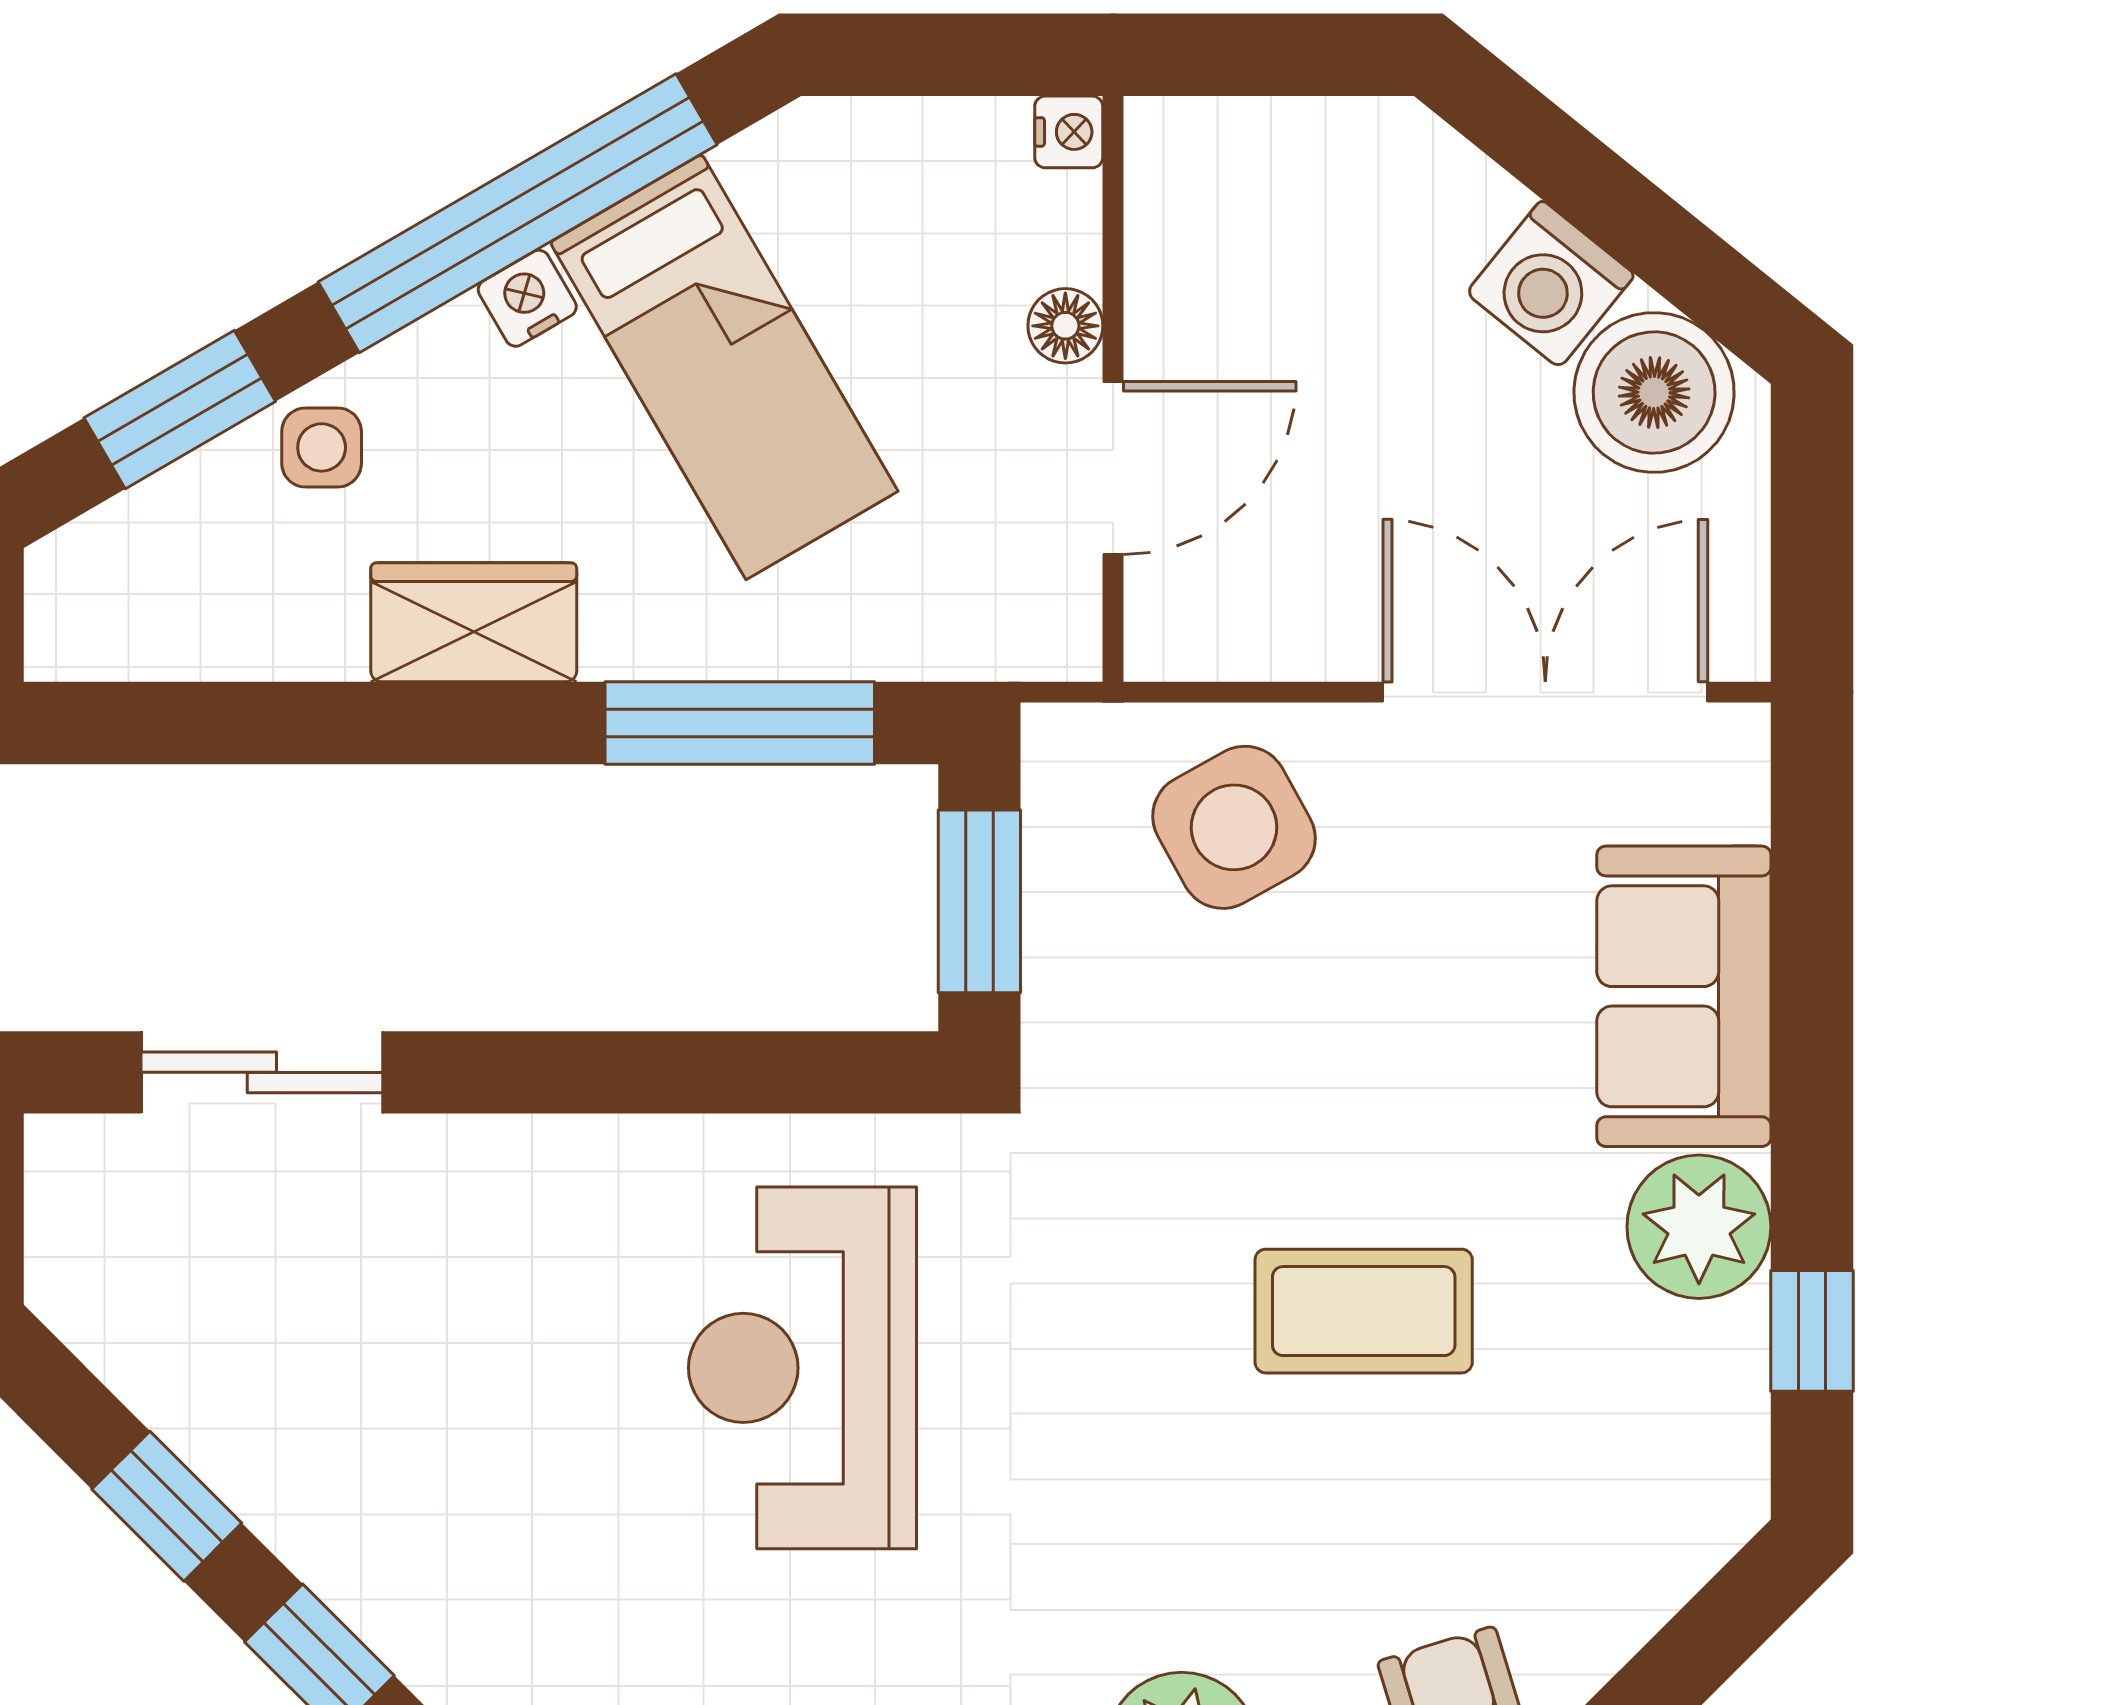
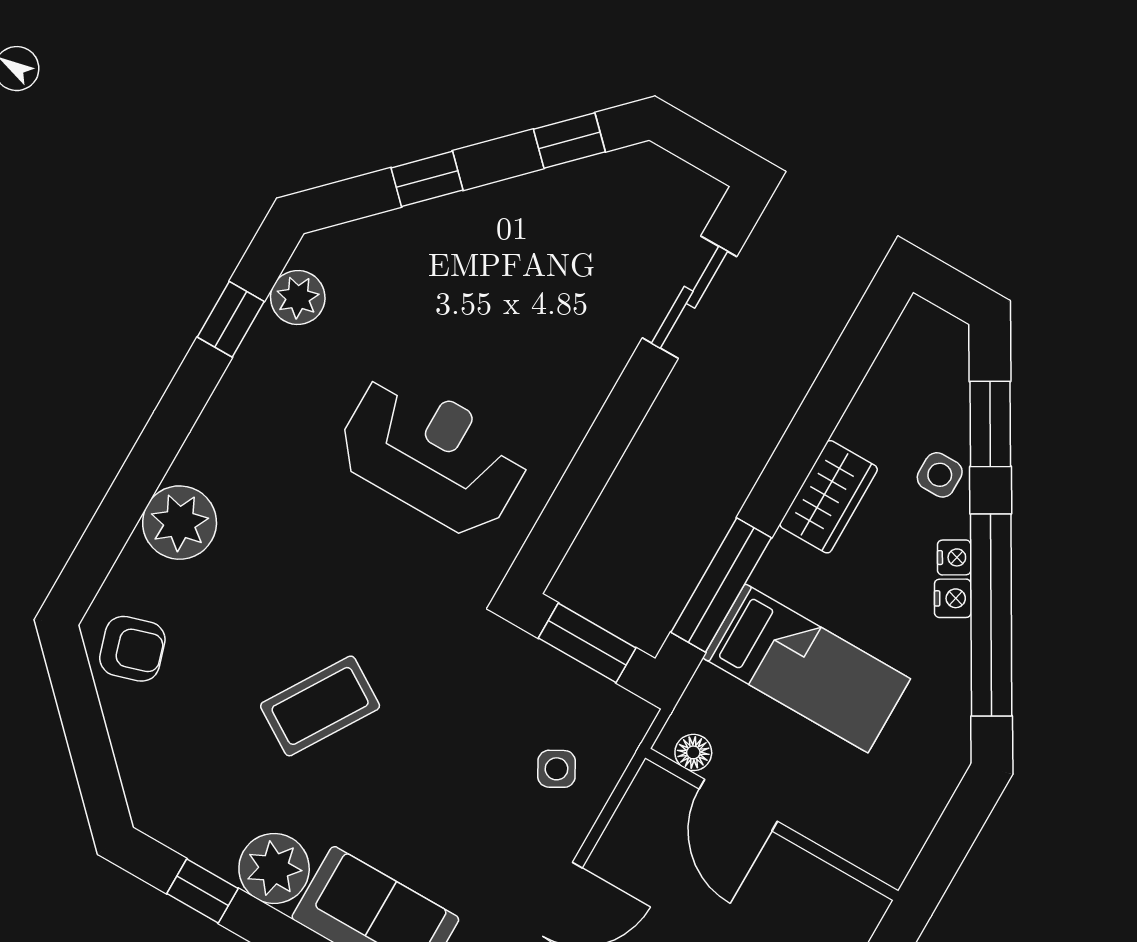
nightstand: (1069, 132) -> (954, 557), moved, turned -120
floor lamp: (1065, 326) -> (693, 752), moved
bed: (724, 367) -> (806, 668), moved, turned -150
side table: (1234, 827) -> (557, 769), width x0.54, depth x0.54
coffee table: (1364, 1311) -> (320, 706), turned 32
window: (167, 1506) -> (569, 140), moved

